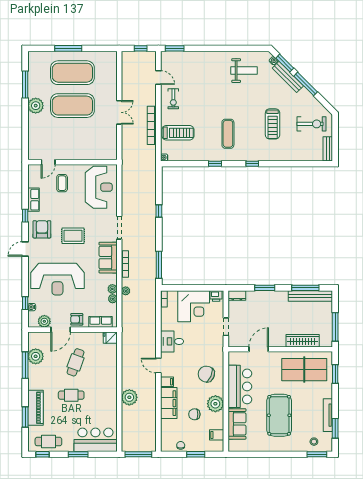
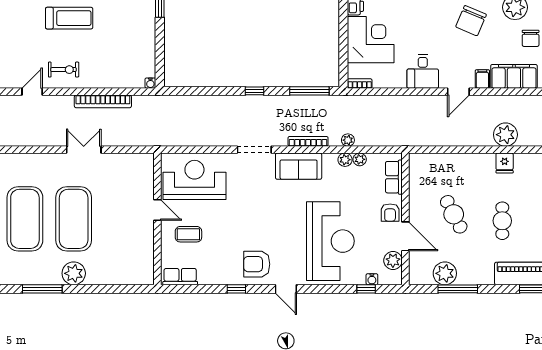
treadmill: (178, 133) -> (69, 18), moved, turned 90
door: (48, 162) -> (157, 210), moved
row of seats: (33, 200) -> (180, 277), moved
window: (159, 211) -> (255, 91), moved
rug: (73, 236) -> (266, 218), removed
fridge: (110, 338) -> (505, 163), moved
cafe table: (76, 362) -> (454, 214), turned 43

